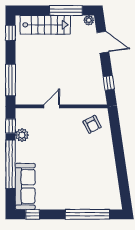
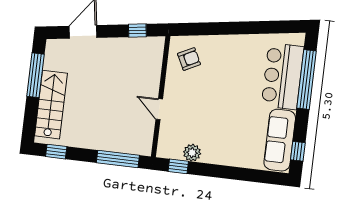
plant: (89, 20) -> (52, 47), removed
window: (11, 164) -> (229, 172), removed
sofa: (25, 186) -> (280, 140), moved, turned -90
bar counter: (88, 196) -> (283, 76), added

